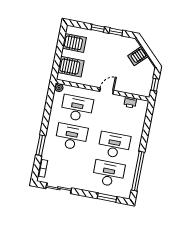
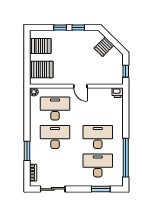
door: (107, 91) -> (80, 86), swing flipped
printer: (130, 102) -> (118, 93), moved

